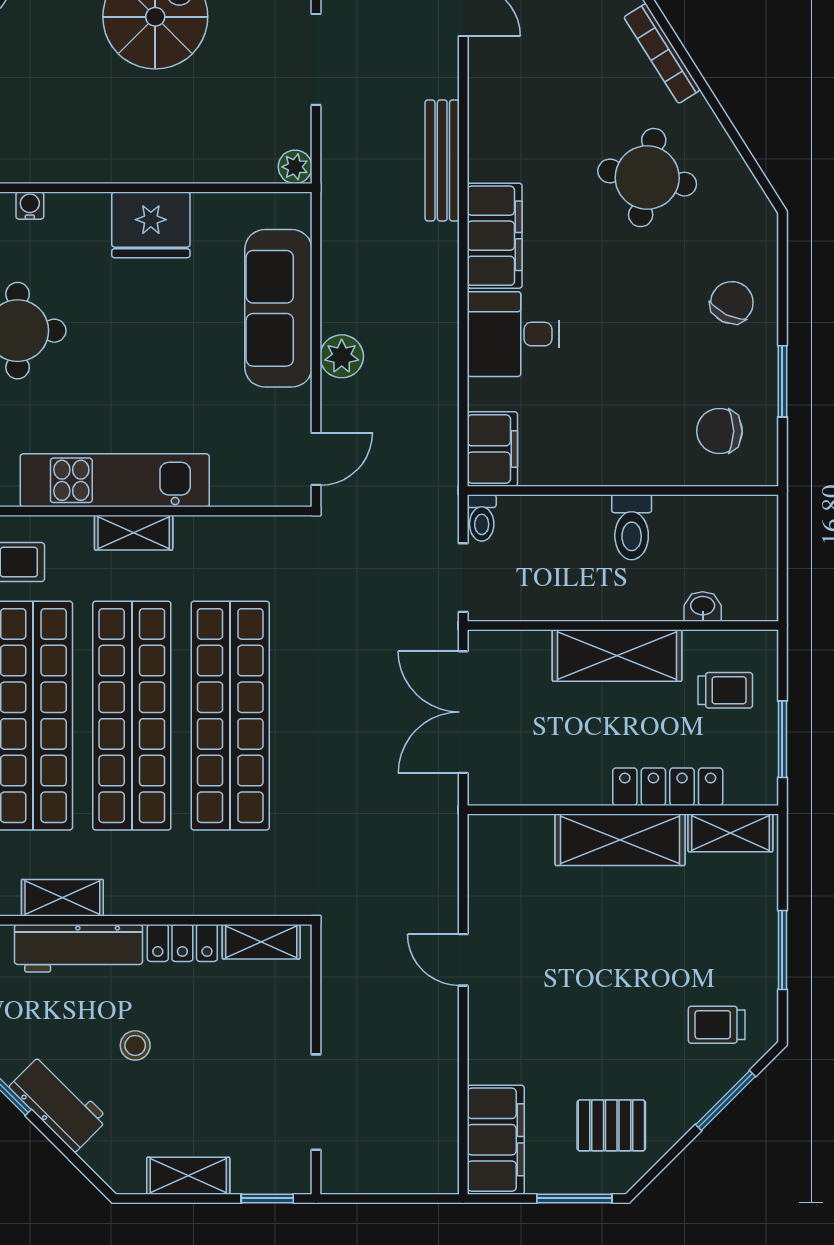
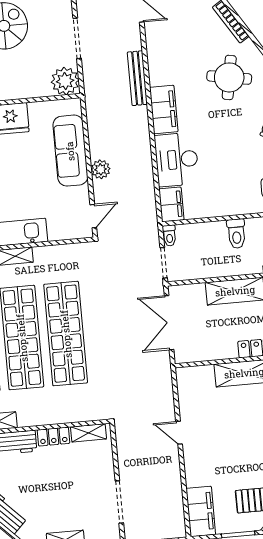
plant: (295, 167) -> (65, 81), width x1.88, depth x1.88
desk: (513, 334) -> (177, 160), width x1.37
stool: (135, 1045) -> (37, 484), removed

